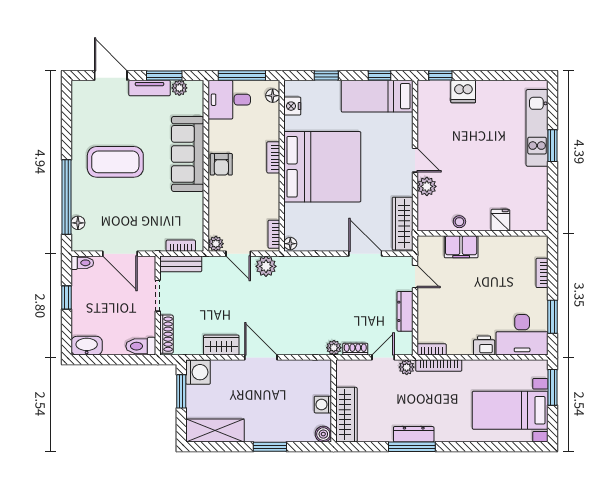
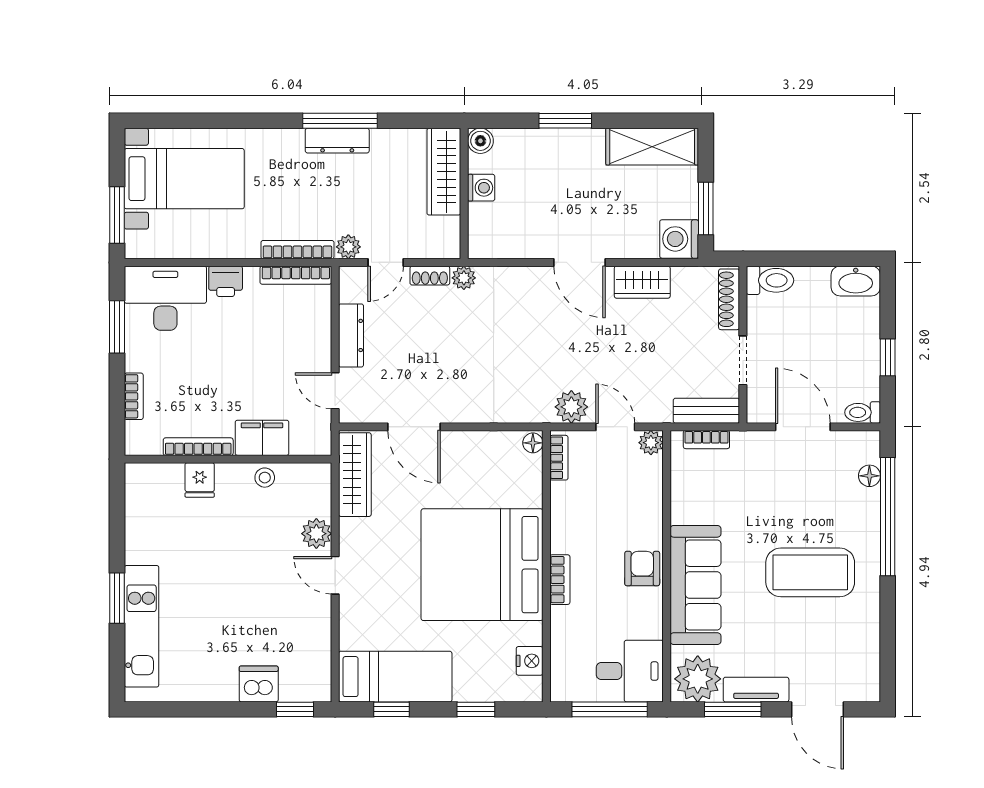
plant: (179, 88) -> (698, 679), width x1.88, depth x1.88
floor lamp: (273, 96) -> (561, 677), removed
bookcase: (501, 241) -> (198, 447), added
bookcase: (432, 349) -> (296, 275), width x1.56

